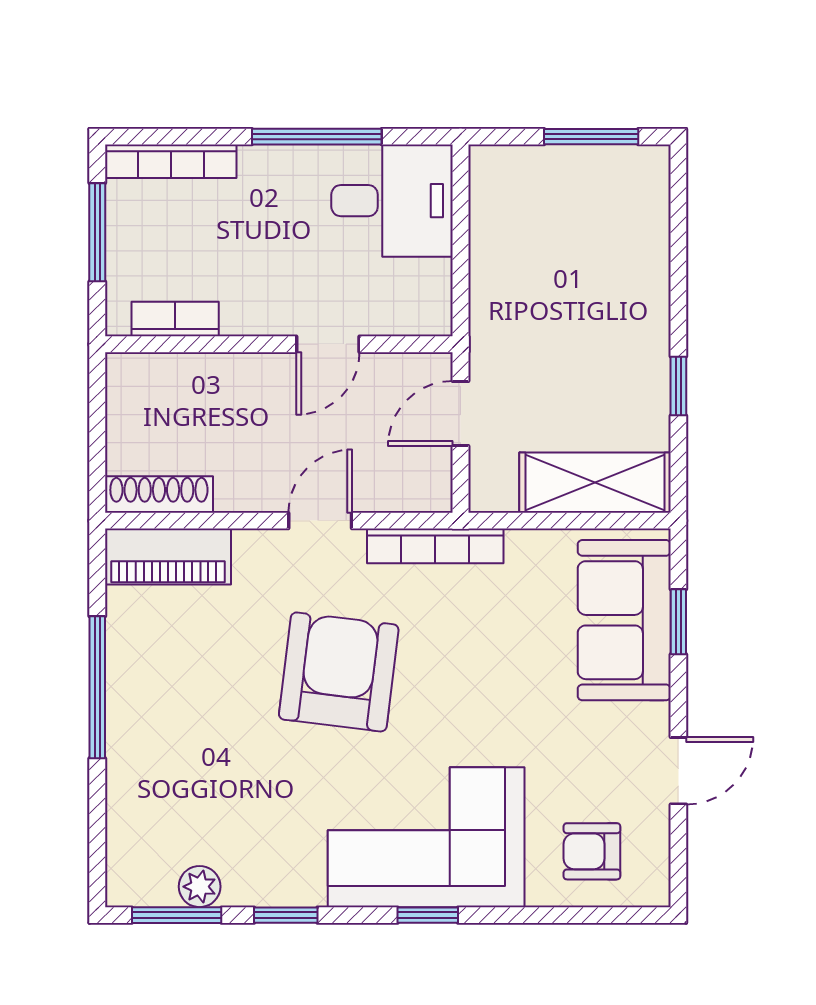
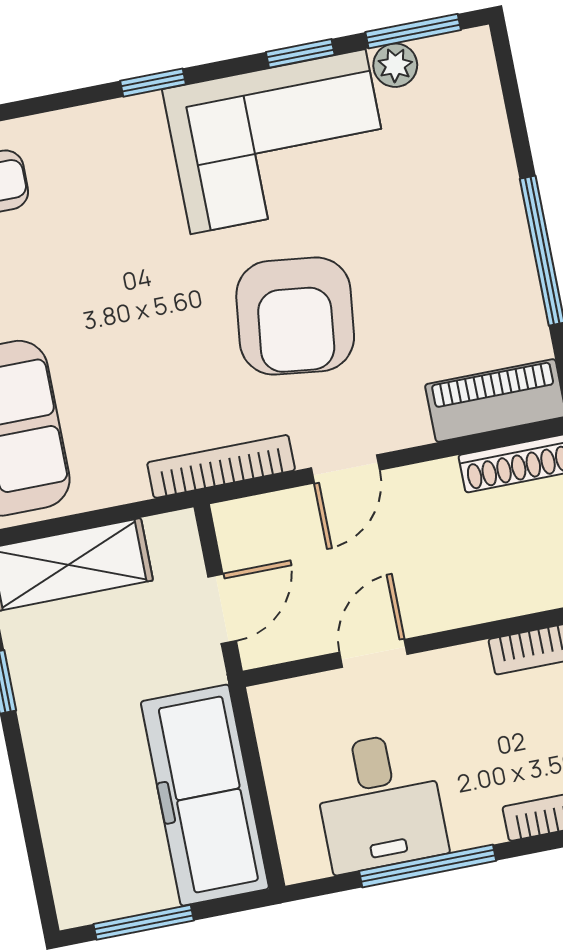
desk: (392, 201) -> (380, 802), moved, turned -90
freezer: (511, 243) -> (205, 795), added
corner sofa: (426, 837) -> (278, 142), moved

